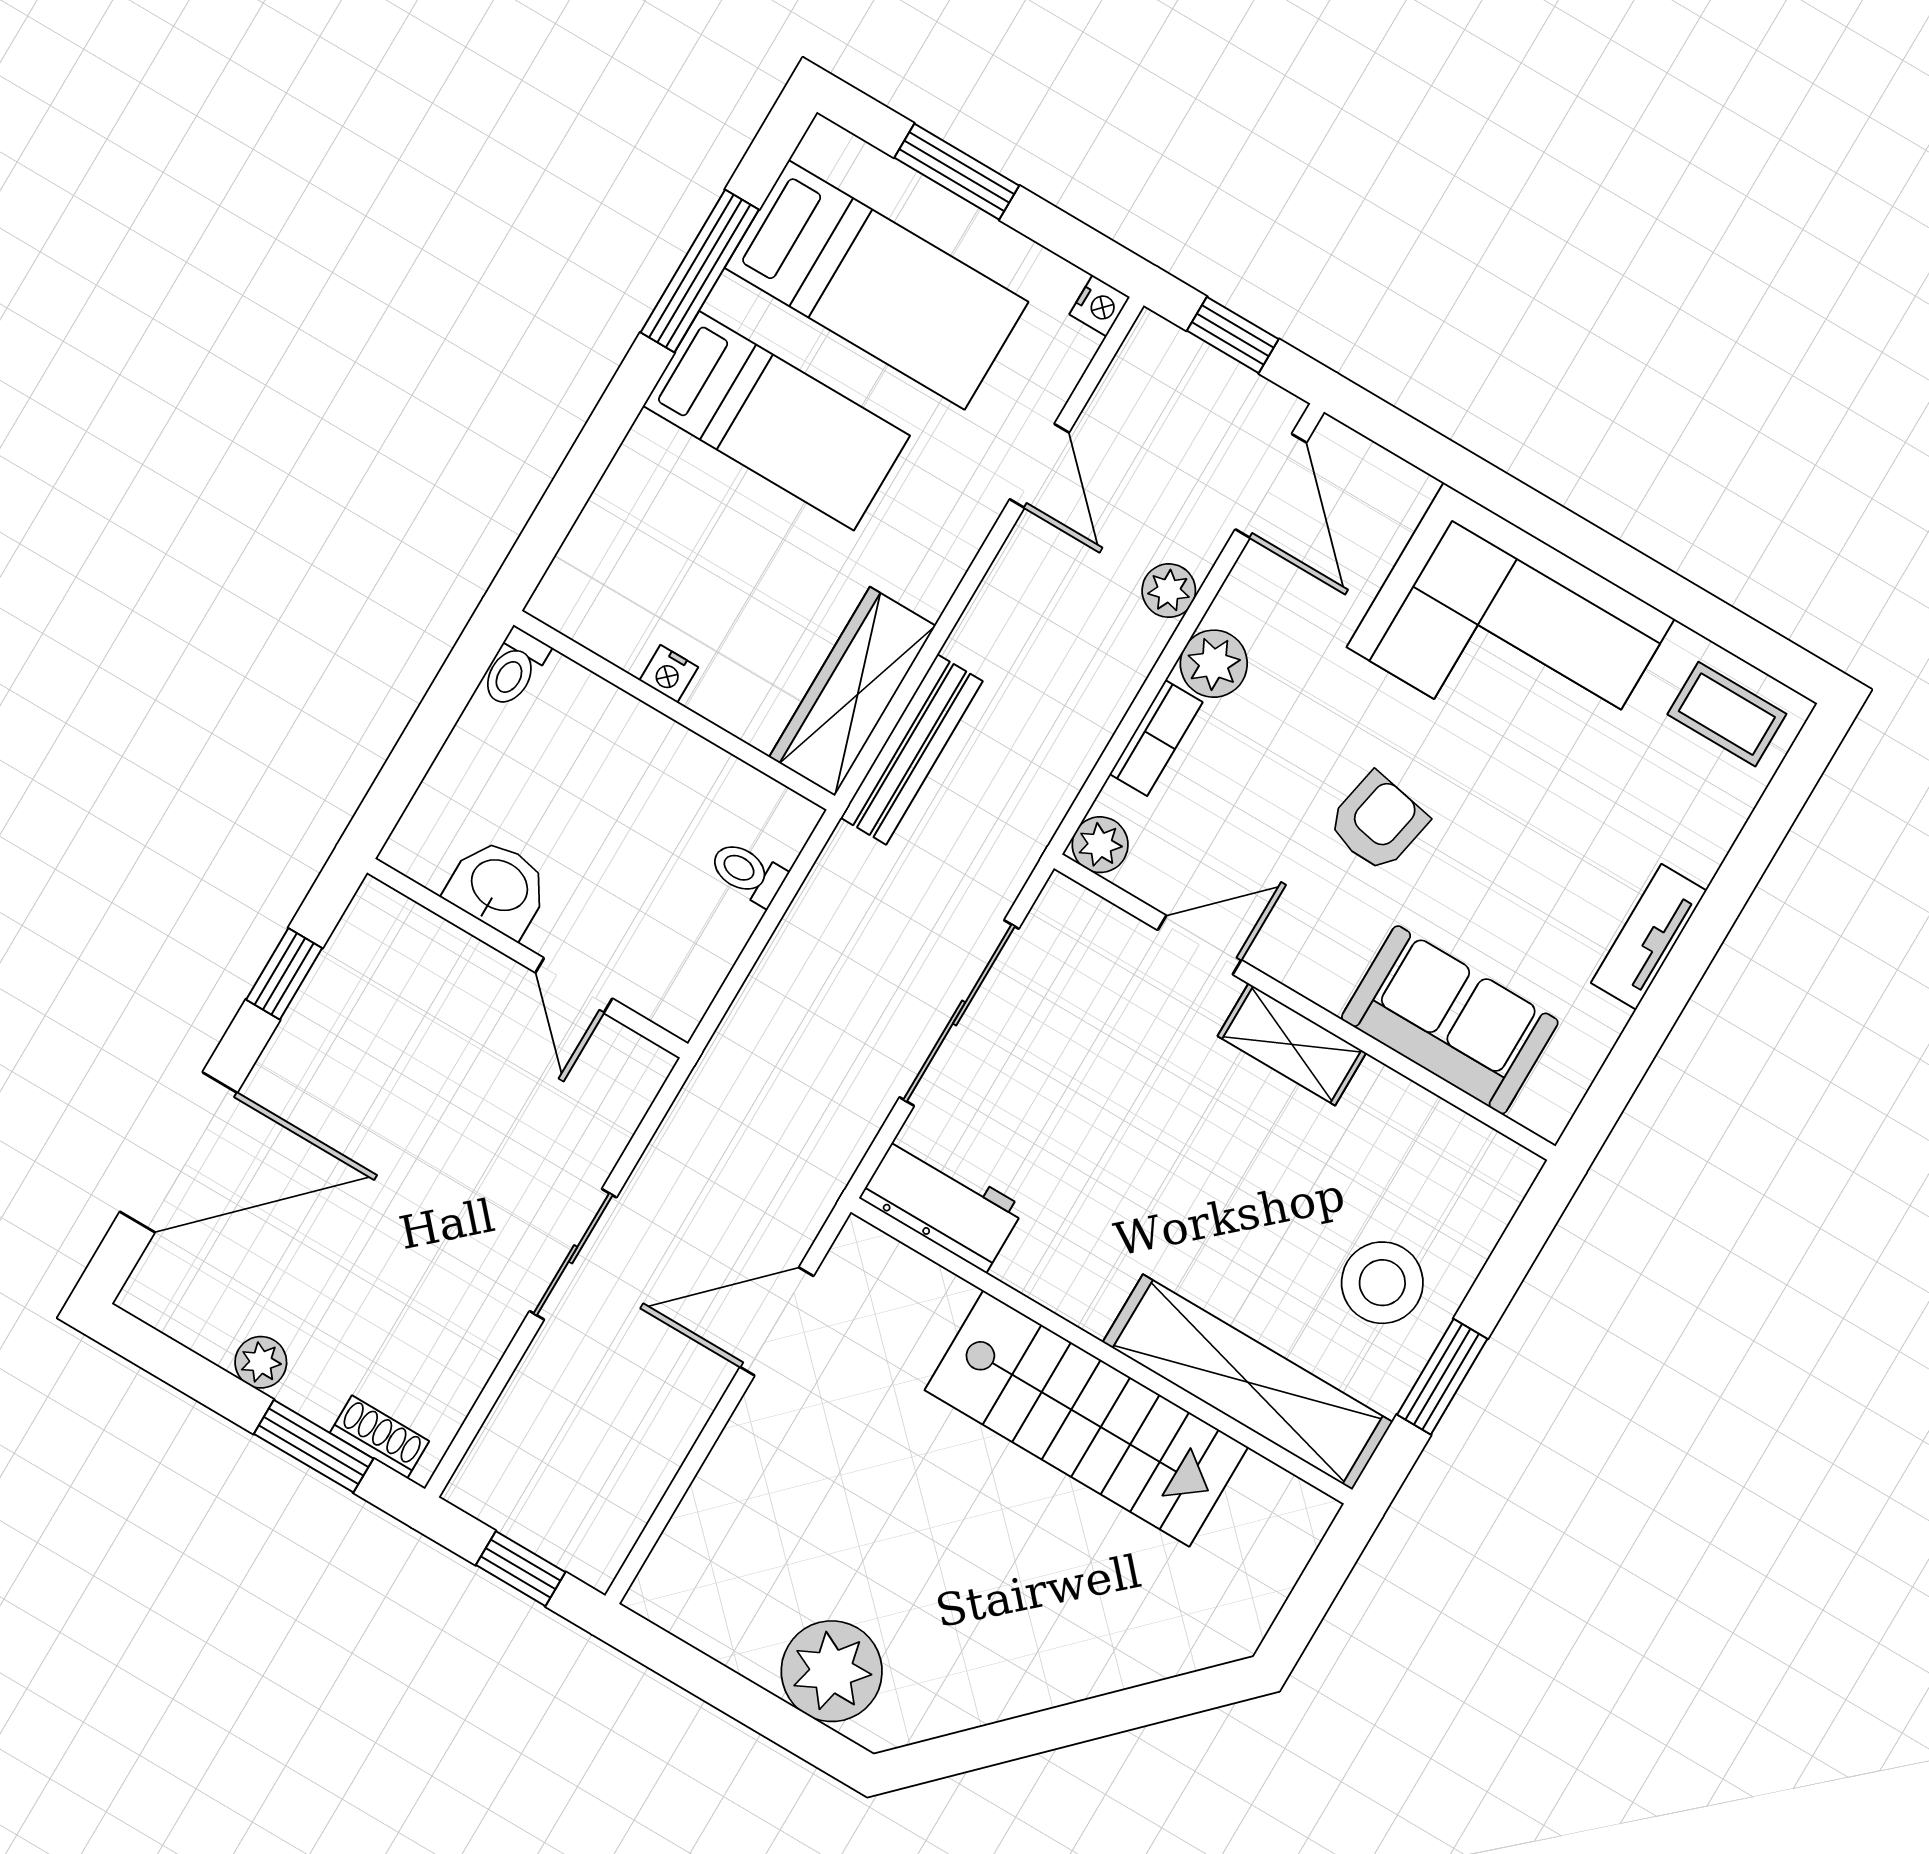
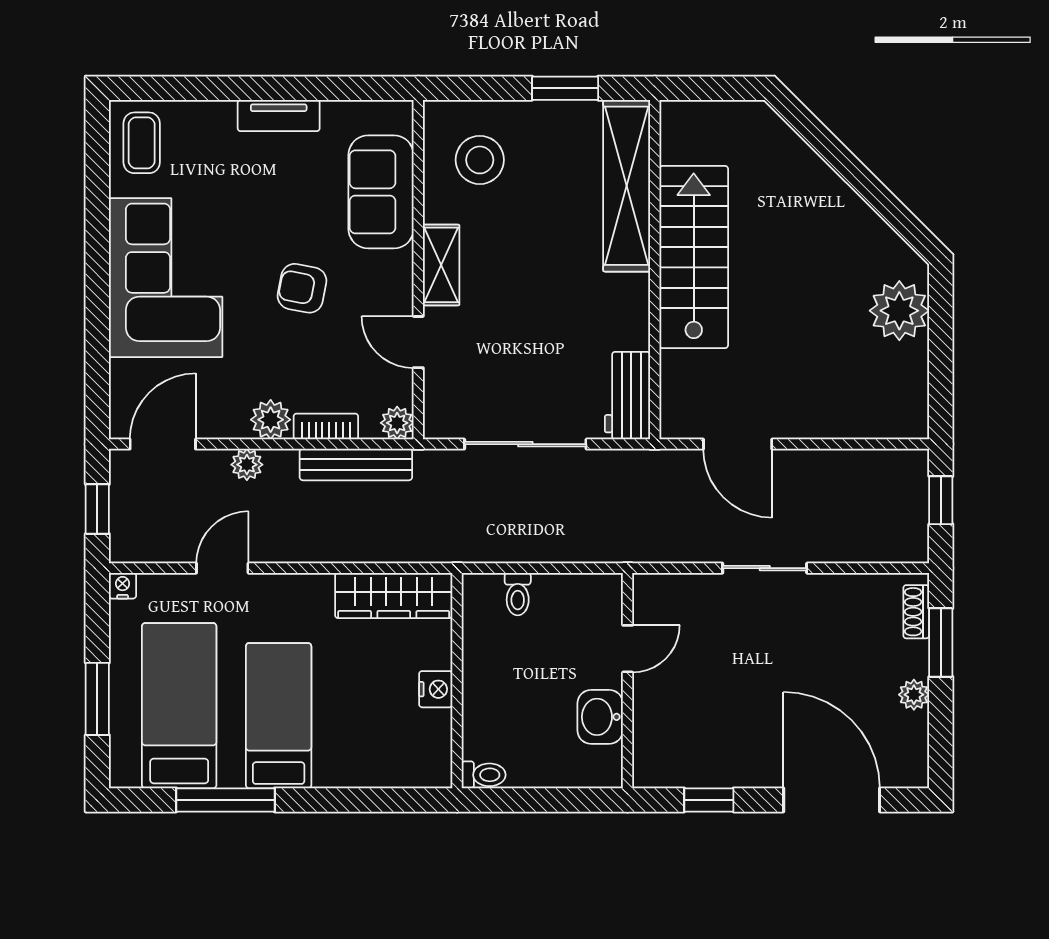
nightstand: (669, 674) -> (436, 689), width x1.39, depth x1.35
bench: (912, 749) -> (356, 465), moved
stool: (1382, 1283) -> (480, 160), moved

